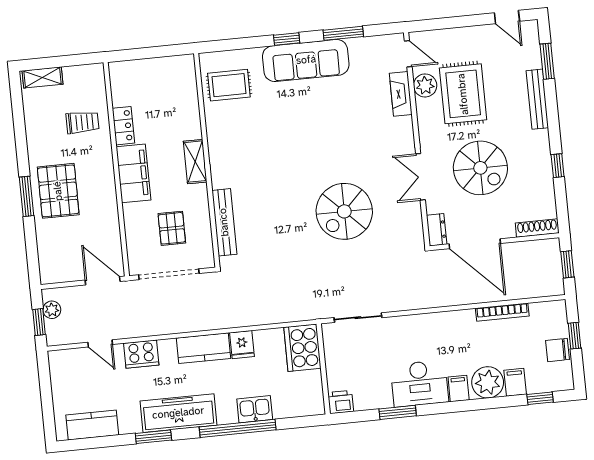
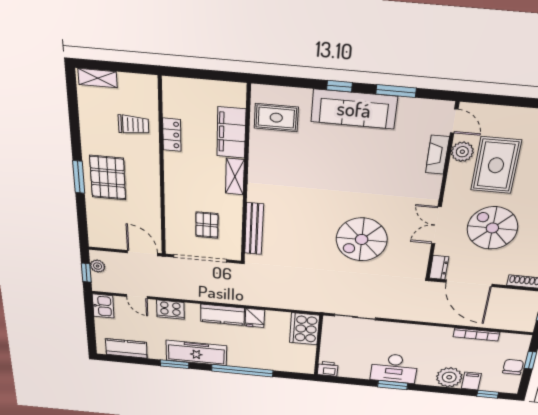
spiral stairs: (480, 168) -> (492, 228), turned 180
filing cabinet: (133, 173) -> (231, 133), moved, turned 180
chair: (558, 350) -> (513, 367), turned 90
filing cabinet: (459, 389) -> (425, 377), removed
kitchen sink: (255, 409) -> (103, 306), moved, turned 90
window: (398, 412) -> (393, 385), moved

